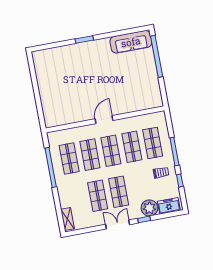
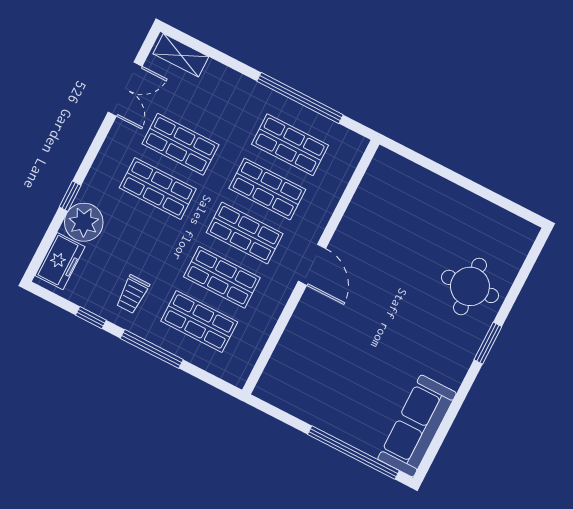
round table: (70, 60) -> (470, 286), added
double door: (118, 224) -> (125, 89), moved

